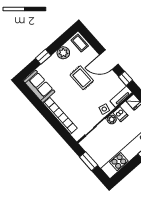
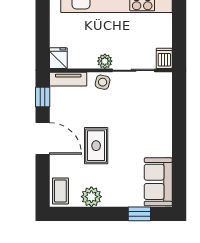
window: (43, 57) -> (139, 214), moved
dishwasher: (120, 114) -> (164, 58), moved
bookcase: (60, 116) -> (164, 122), removed
window: (89, 161) -> (179, 35), removed

